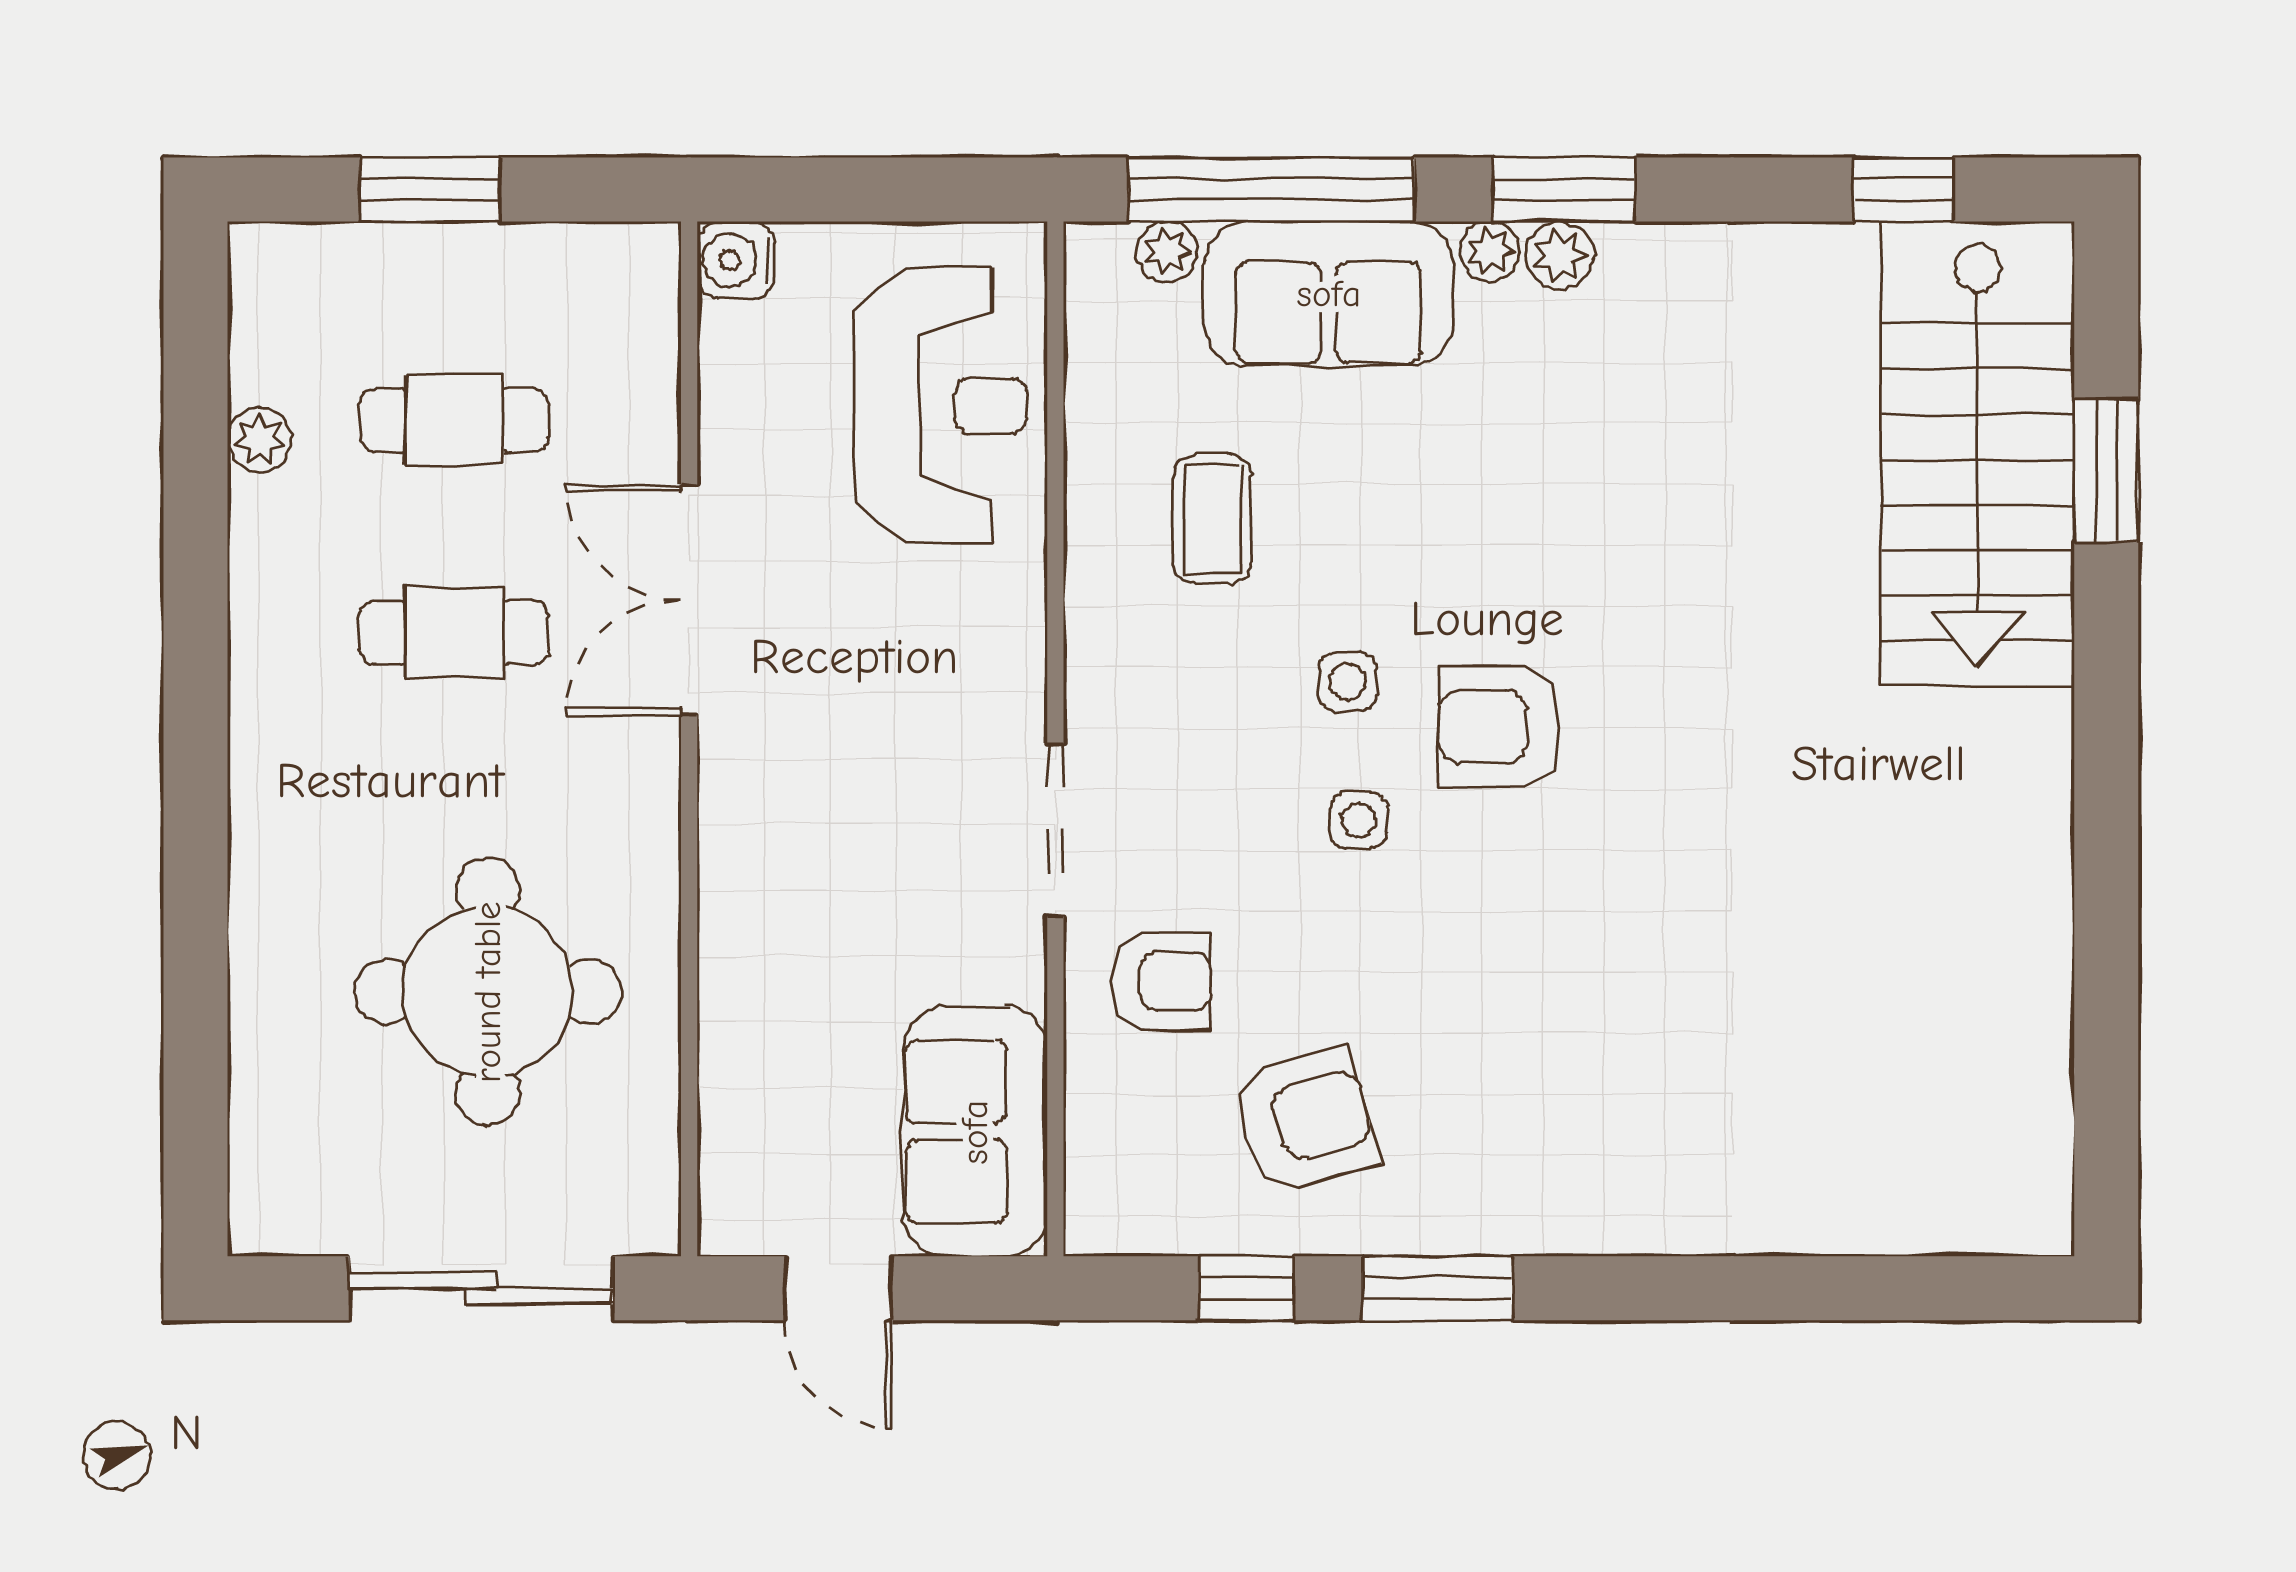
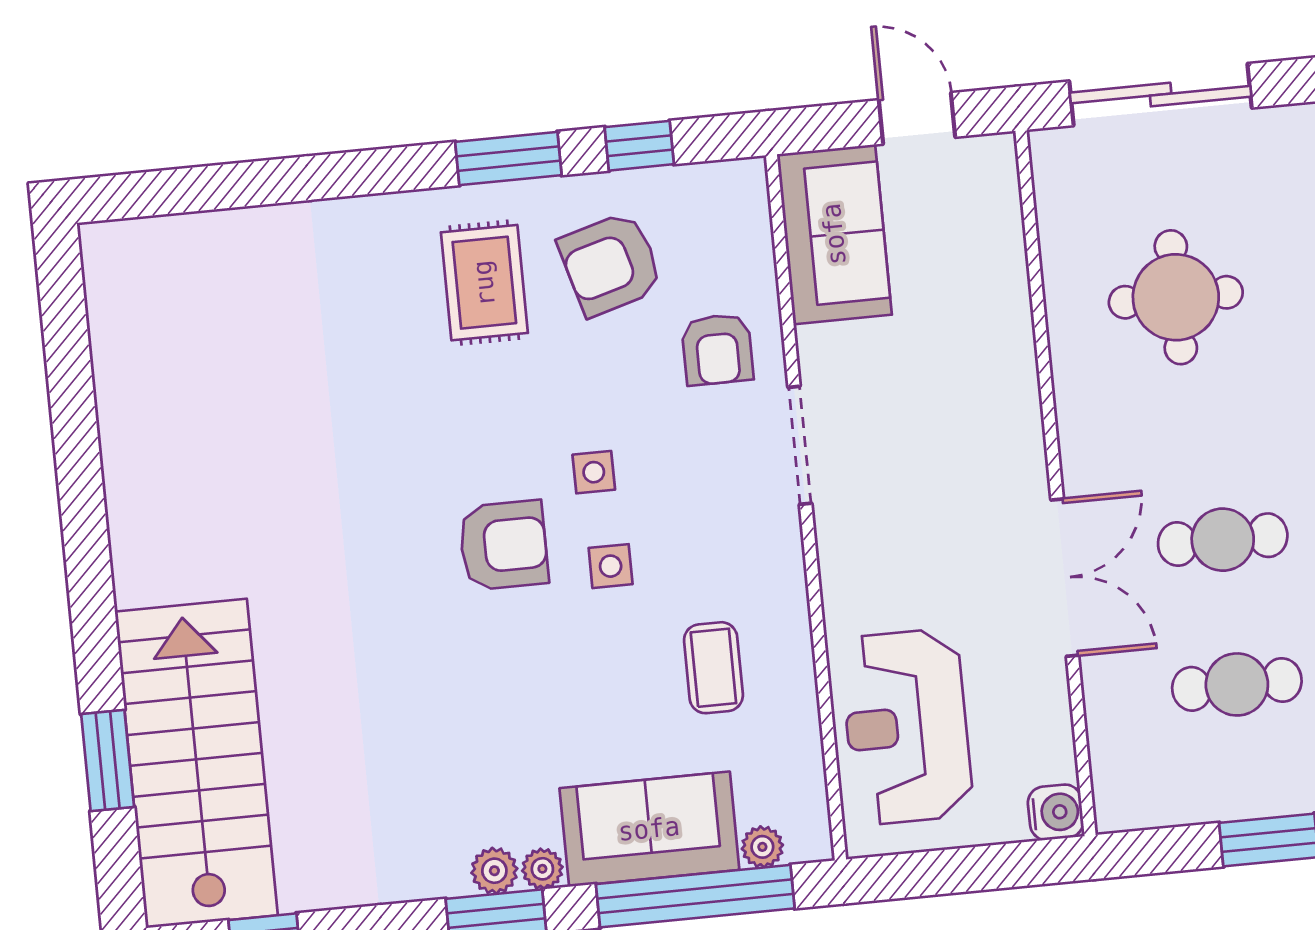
armchair: (1161, 981) -> (717, 349), turned -90
round table: (488, 992) -> (1176, 297), width x0.73, depth x0.73
rug: (1491, 1111) -> (484, 283), added

